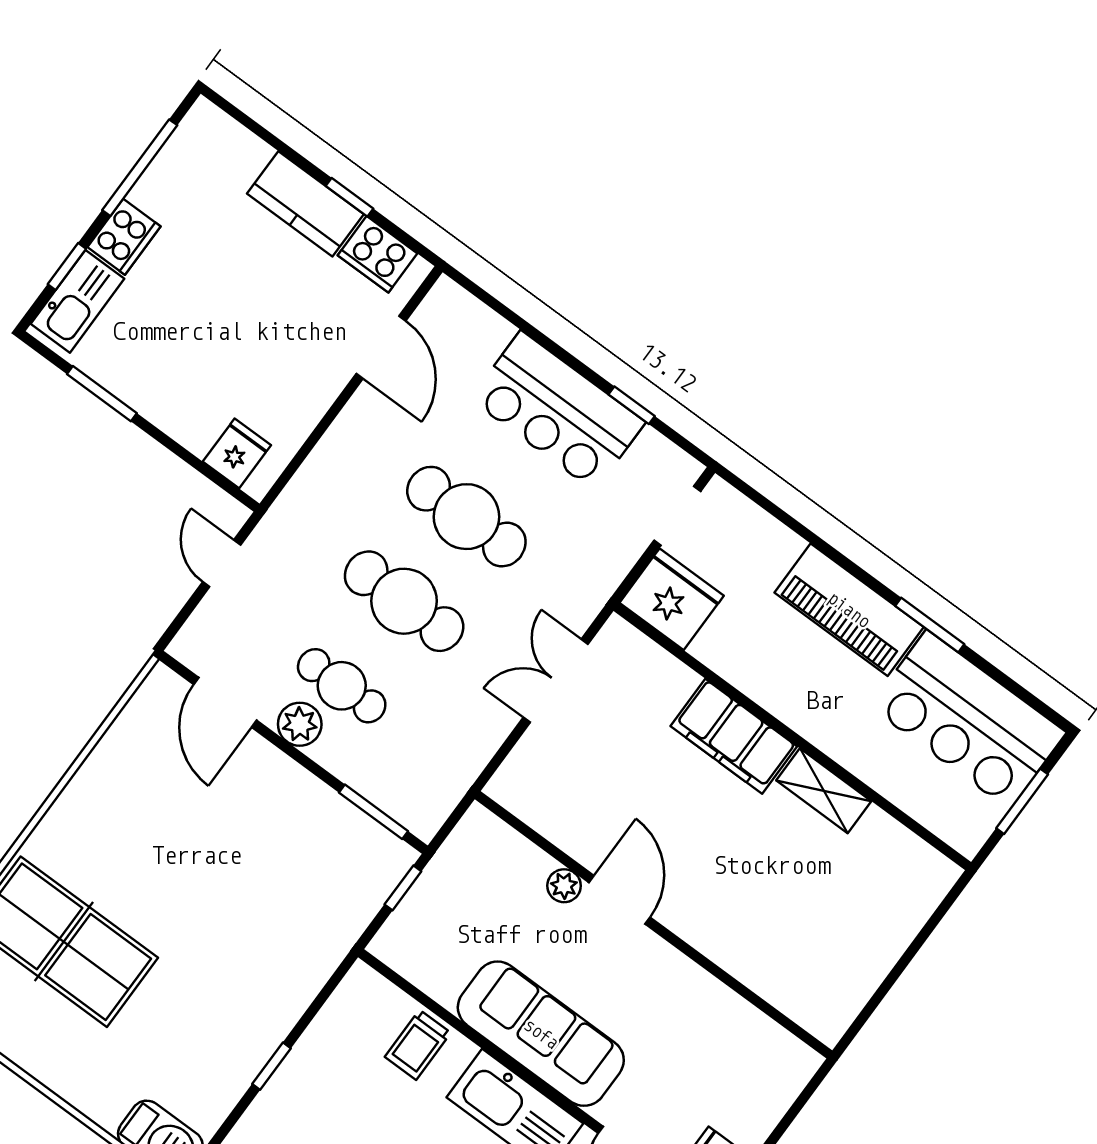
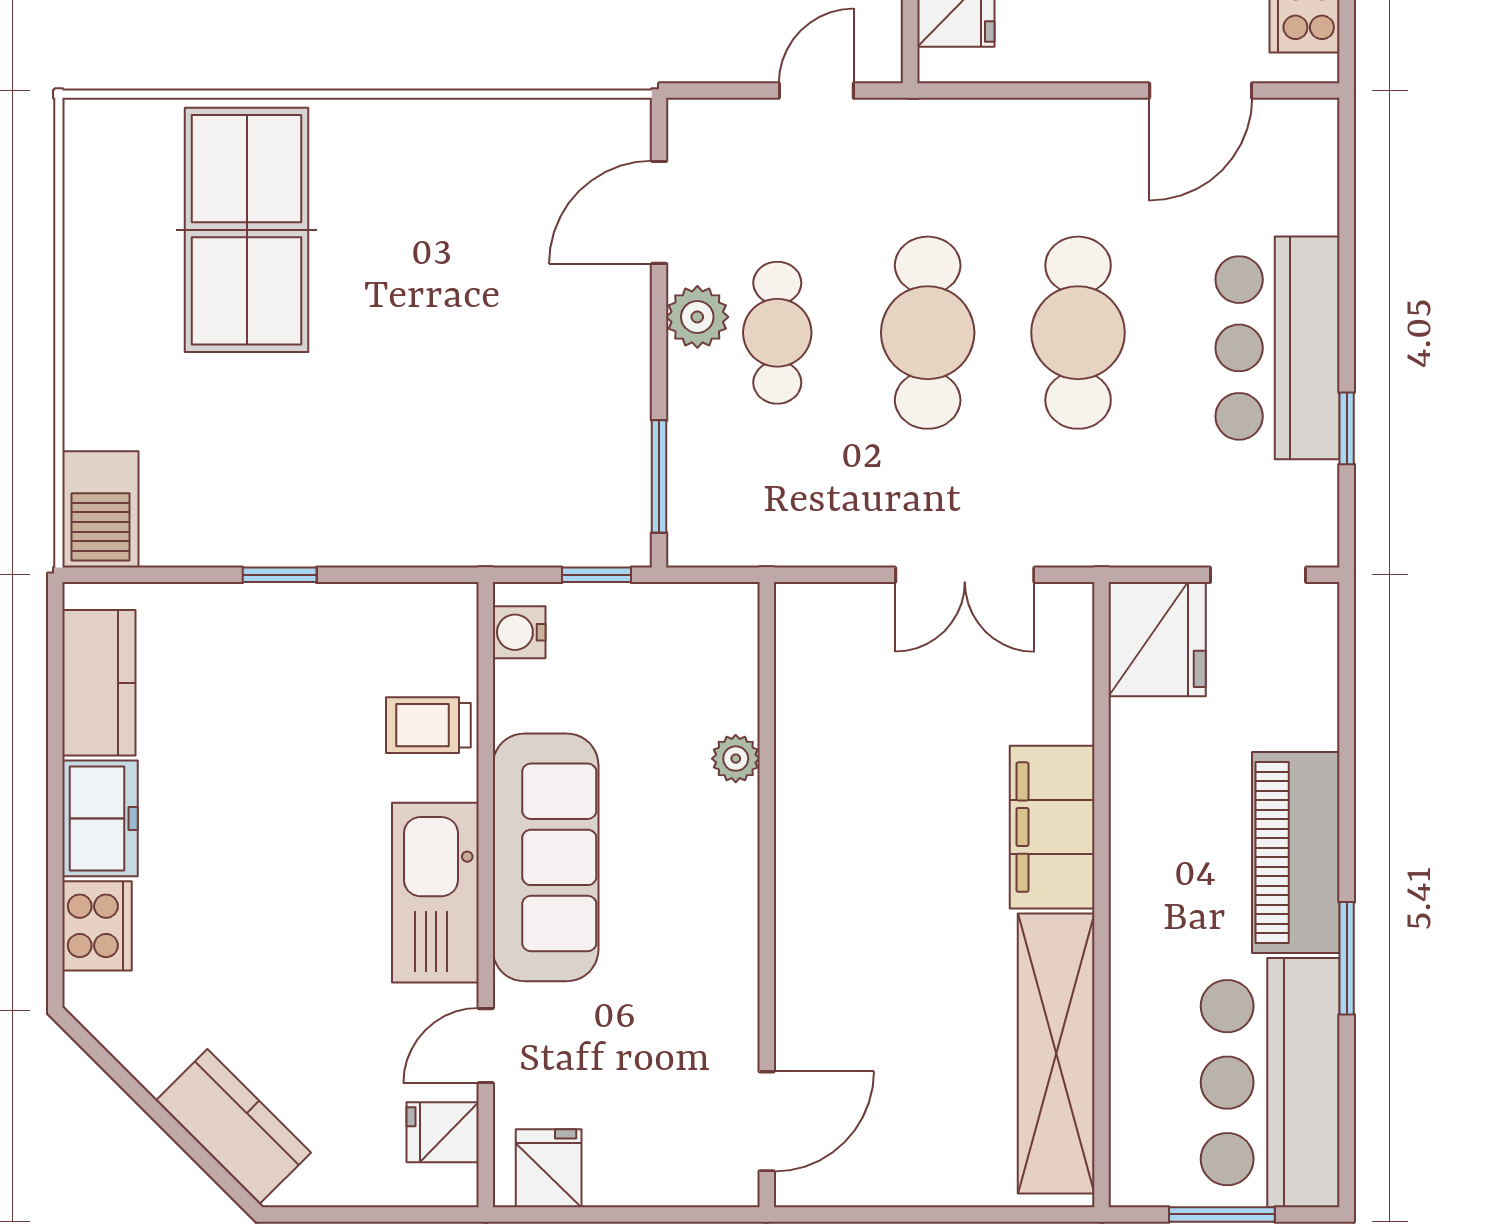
double door: (556, 681) -> (965, 575), swing flipped
shelving: (824, 791) -> (1056, 1053), width x2.20, depth x1.33
door: (620, 900) -> (767, 1121), moved
water cooler: (403, 955) -> (519, 632), added

